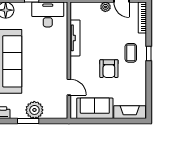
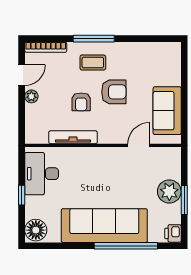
armchair: (101, 44) -> (81, 102), added
window: (149, 53) -> (94, 39), width x2.17
fireplace: (130, 112) -> (172, 64), removed

